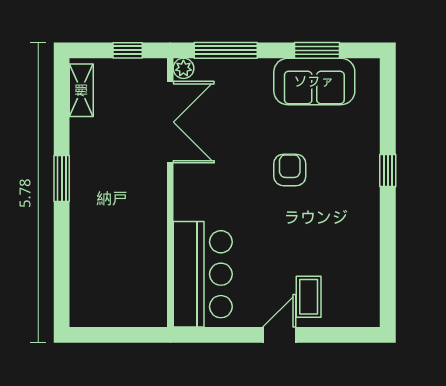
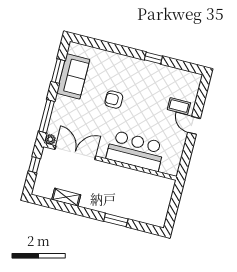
shelving: (81, 90) -> (66, 197), moved
window: (388, 170) -> (153, 58), moved
window: (62, 178) -> (116, 220), moved
bar counter: (203, 274) -> (135, 151), moved

